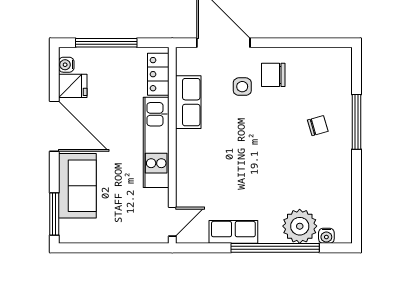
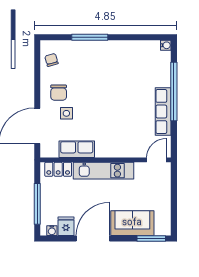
chair: (318, 126) -> (51, 60), moved
door: (172, 222) -> (156, 160), hinge flipped
plant: (300, 226) -> (159, 75), removed
row of seats: (233, 232) -> (163, 112), width x1.48
water cooler: (326, 236) -> (166, 45), moved

